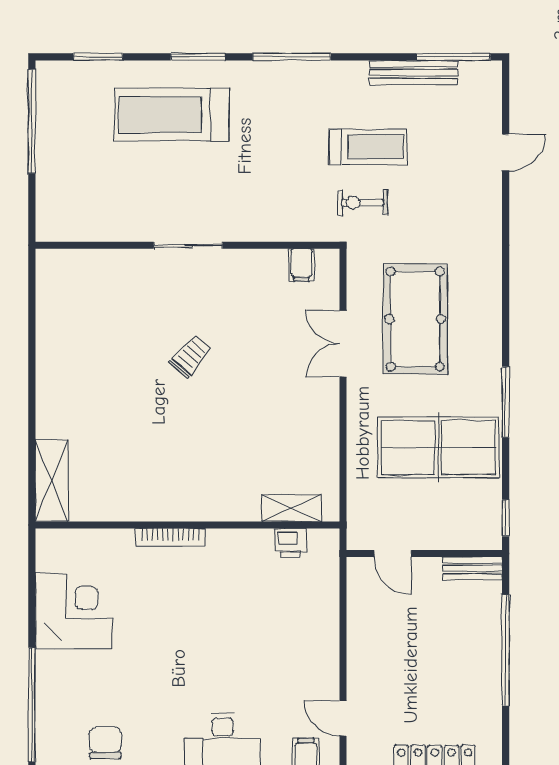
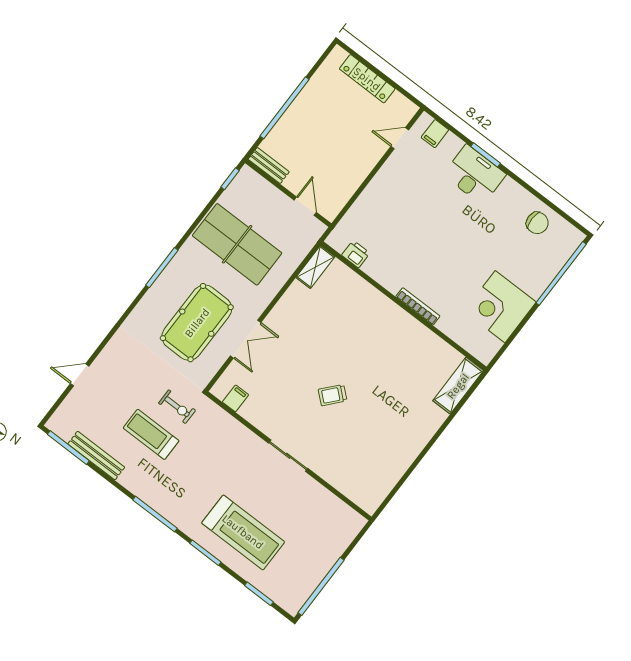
window: (506, 402) -> (162, 268), moved
shelving: (292, 508) -> (315, 267), moved, turned 90
door: (343, 718) -> (400, 138), swing flipped
chair: (105, 743) -> (537, 223), turned -90

